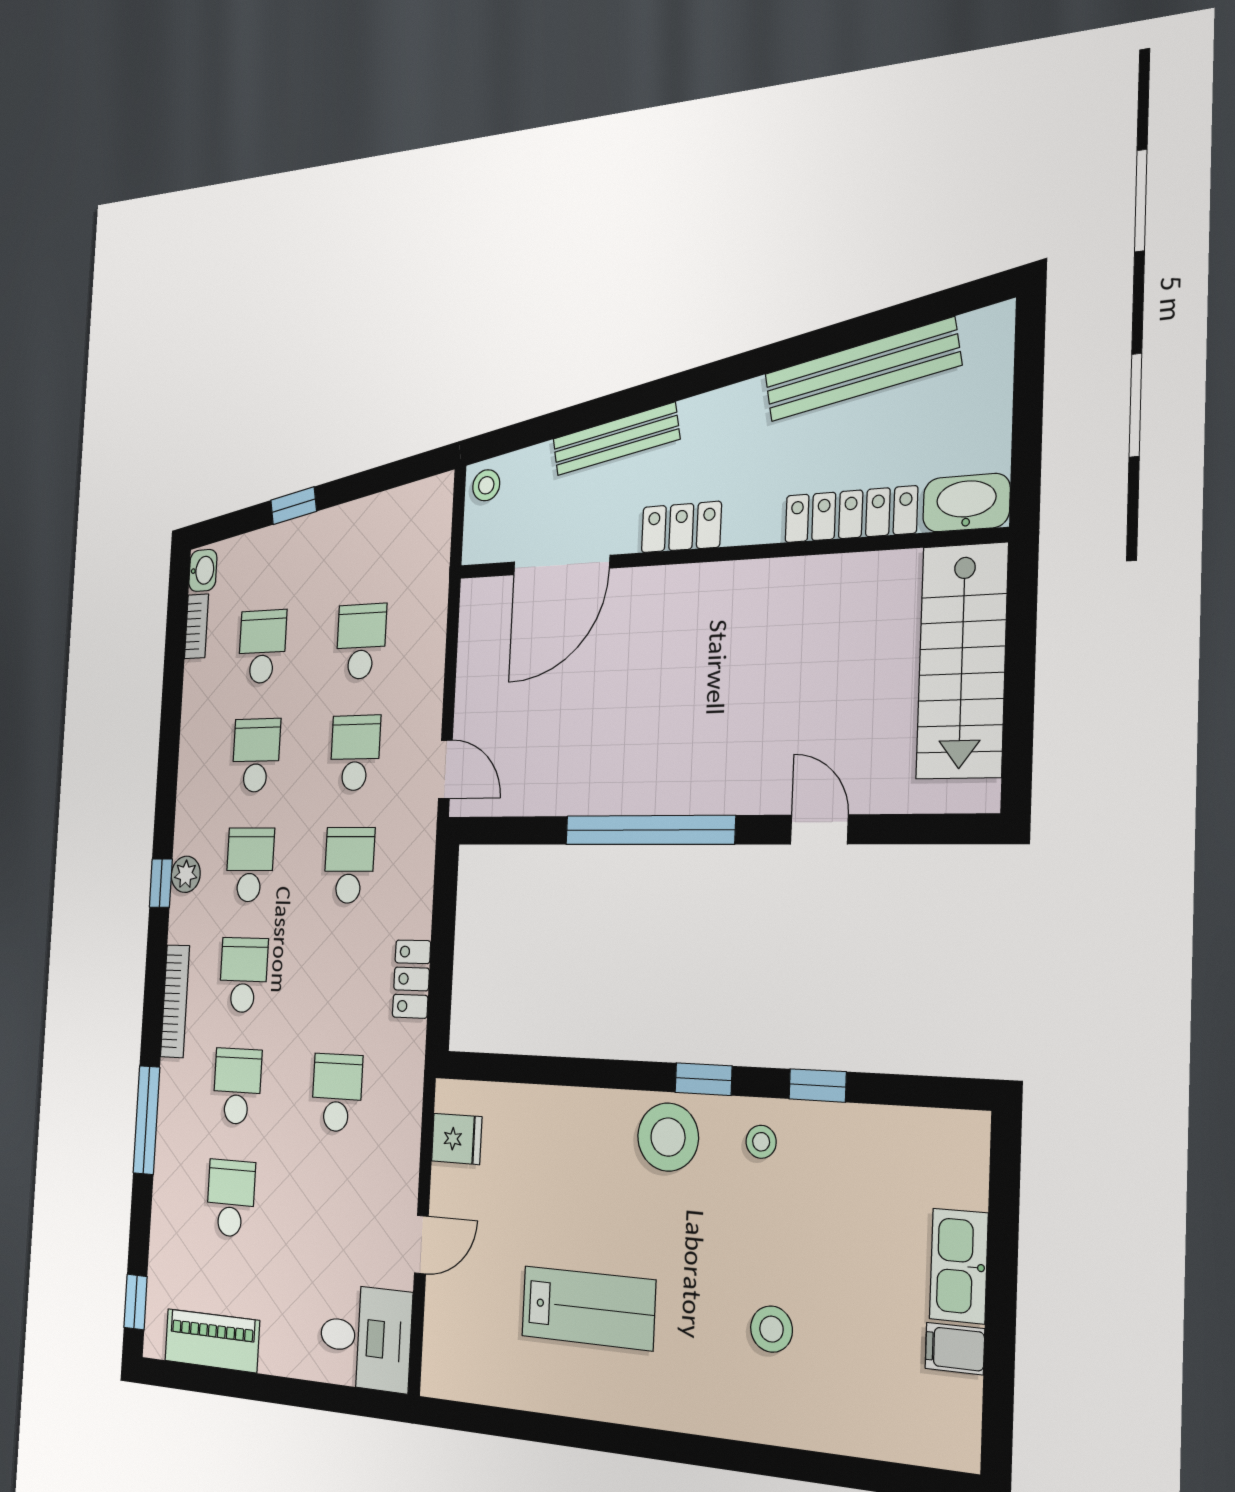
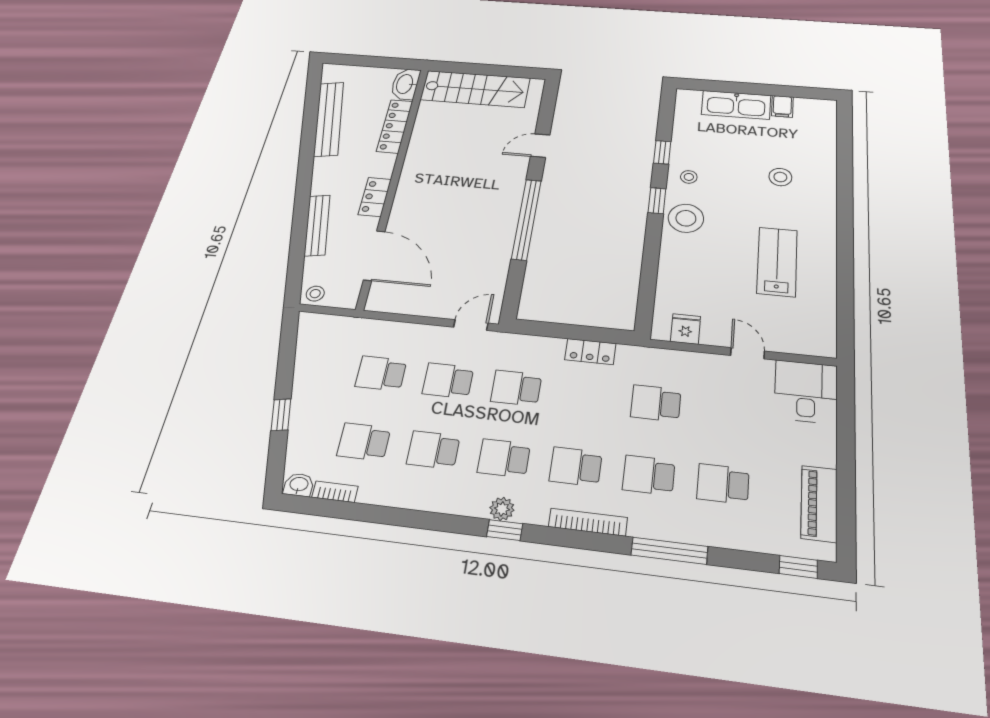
kitchen sink: (959, 1266) -> (736, 105), width x1.36, depth x1.24

